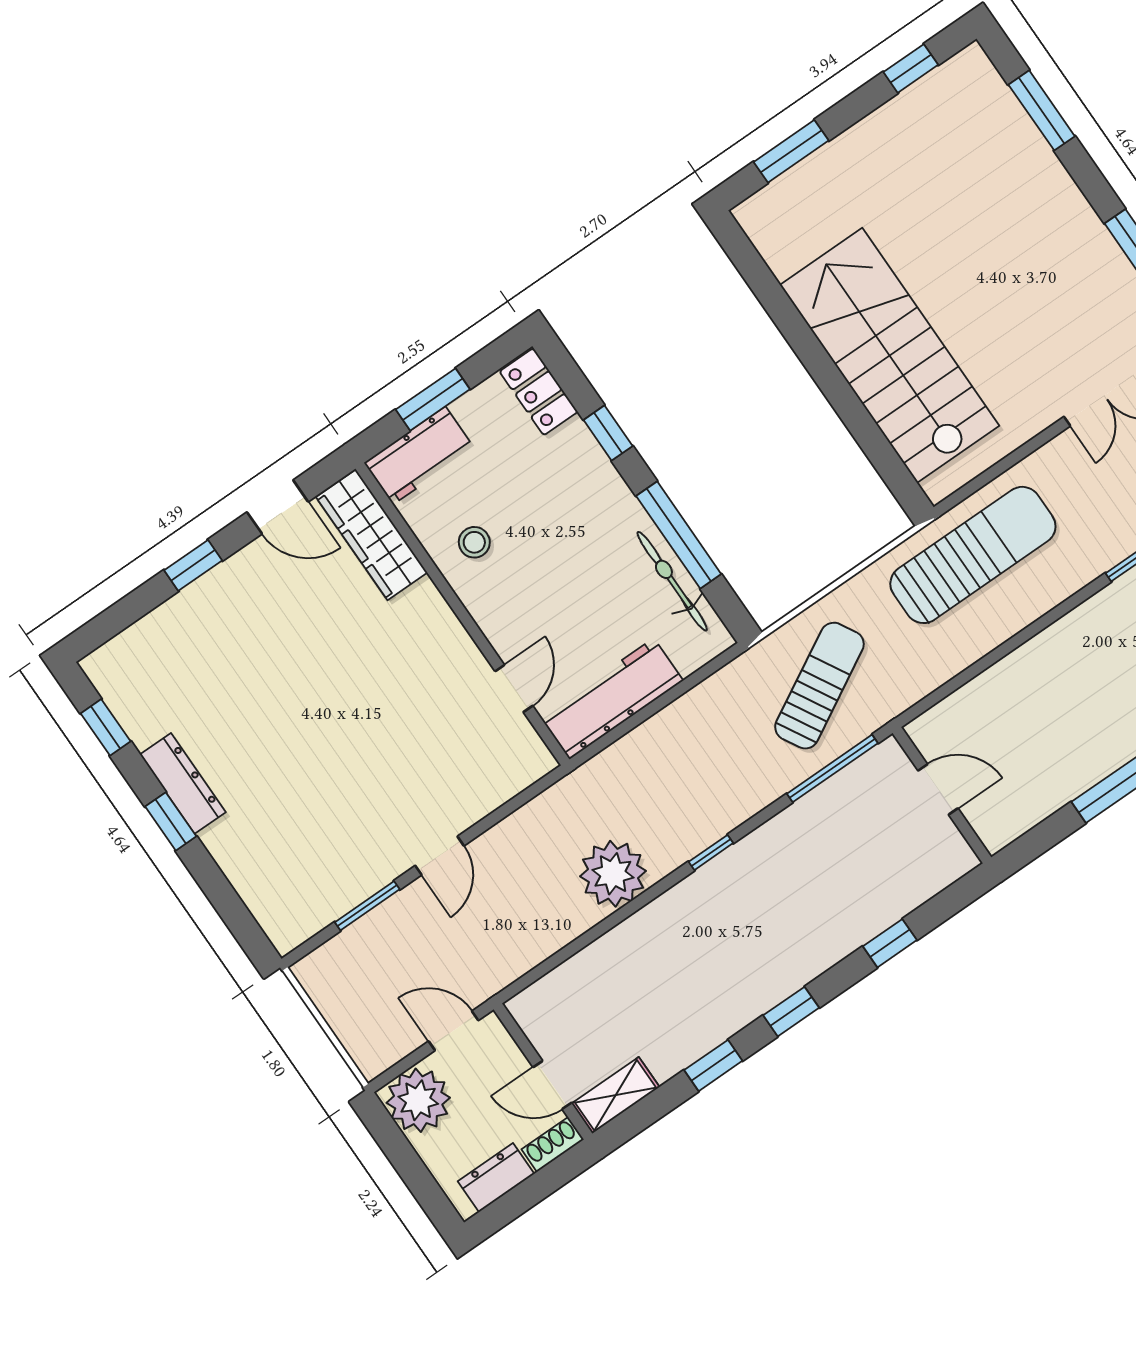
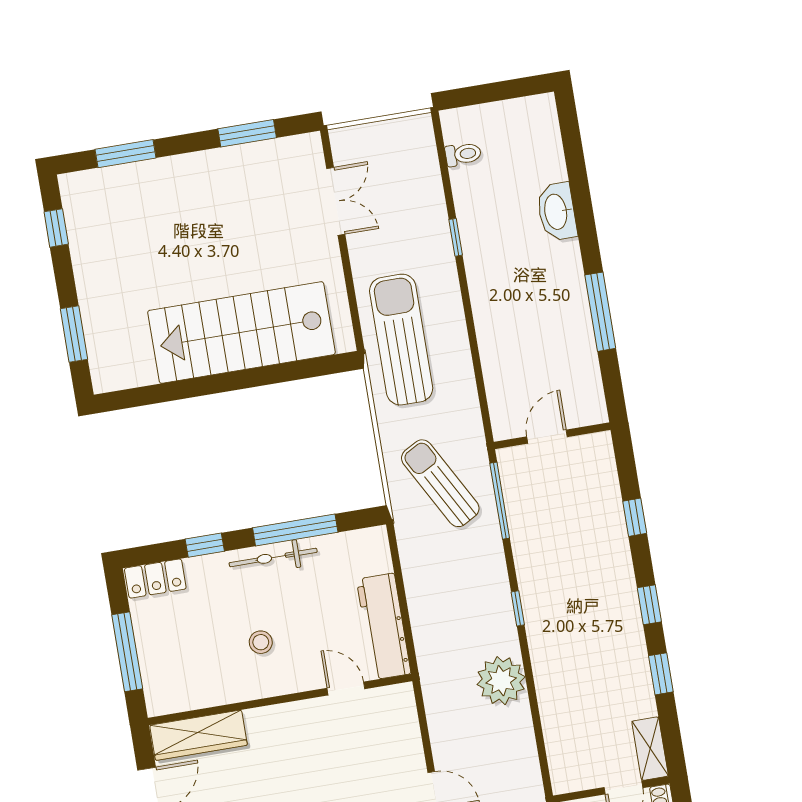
window: (433, 399) -> (127, 652), width x1.44
workbench: (419, 455) -> (160, 679), removed
stool: (474, 542) -> (261, 642), moved
bicycle: (672, 581) -> (273, 557), moved

